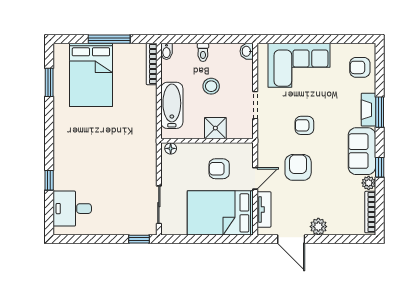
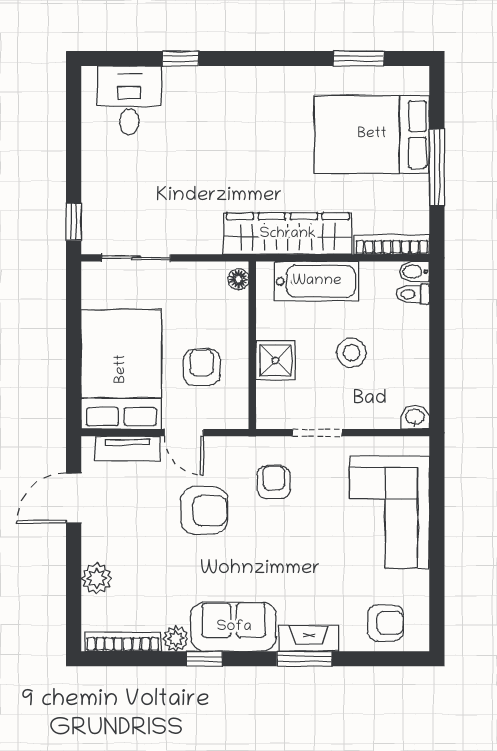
toilet: (203, 52) -> (413, 294), moved
armchair: (360, 67) -> (386, 623), turned 90
wardrobe: (146, 121) -> (288, 234), added
armchair: (304, 125) -> (274, 482), moved
plant: (318, 227) -> (97, 578), moved

